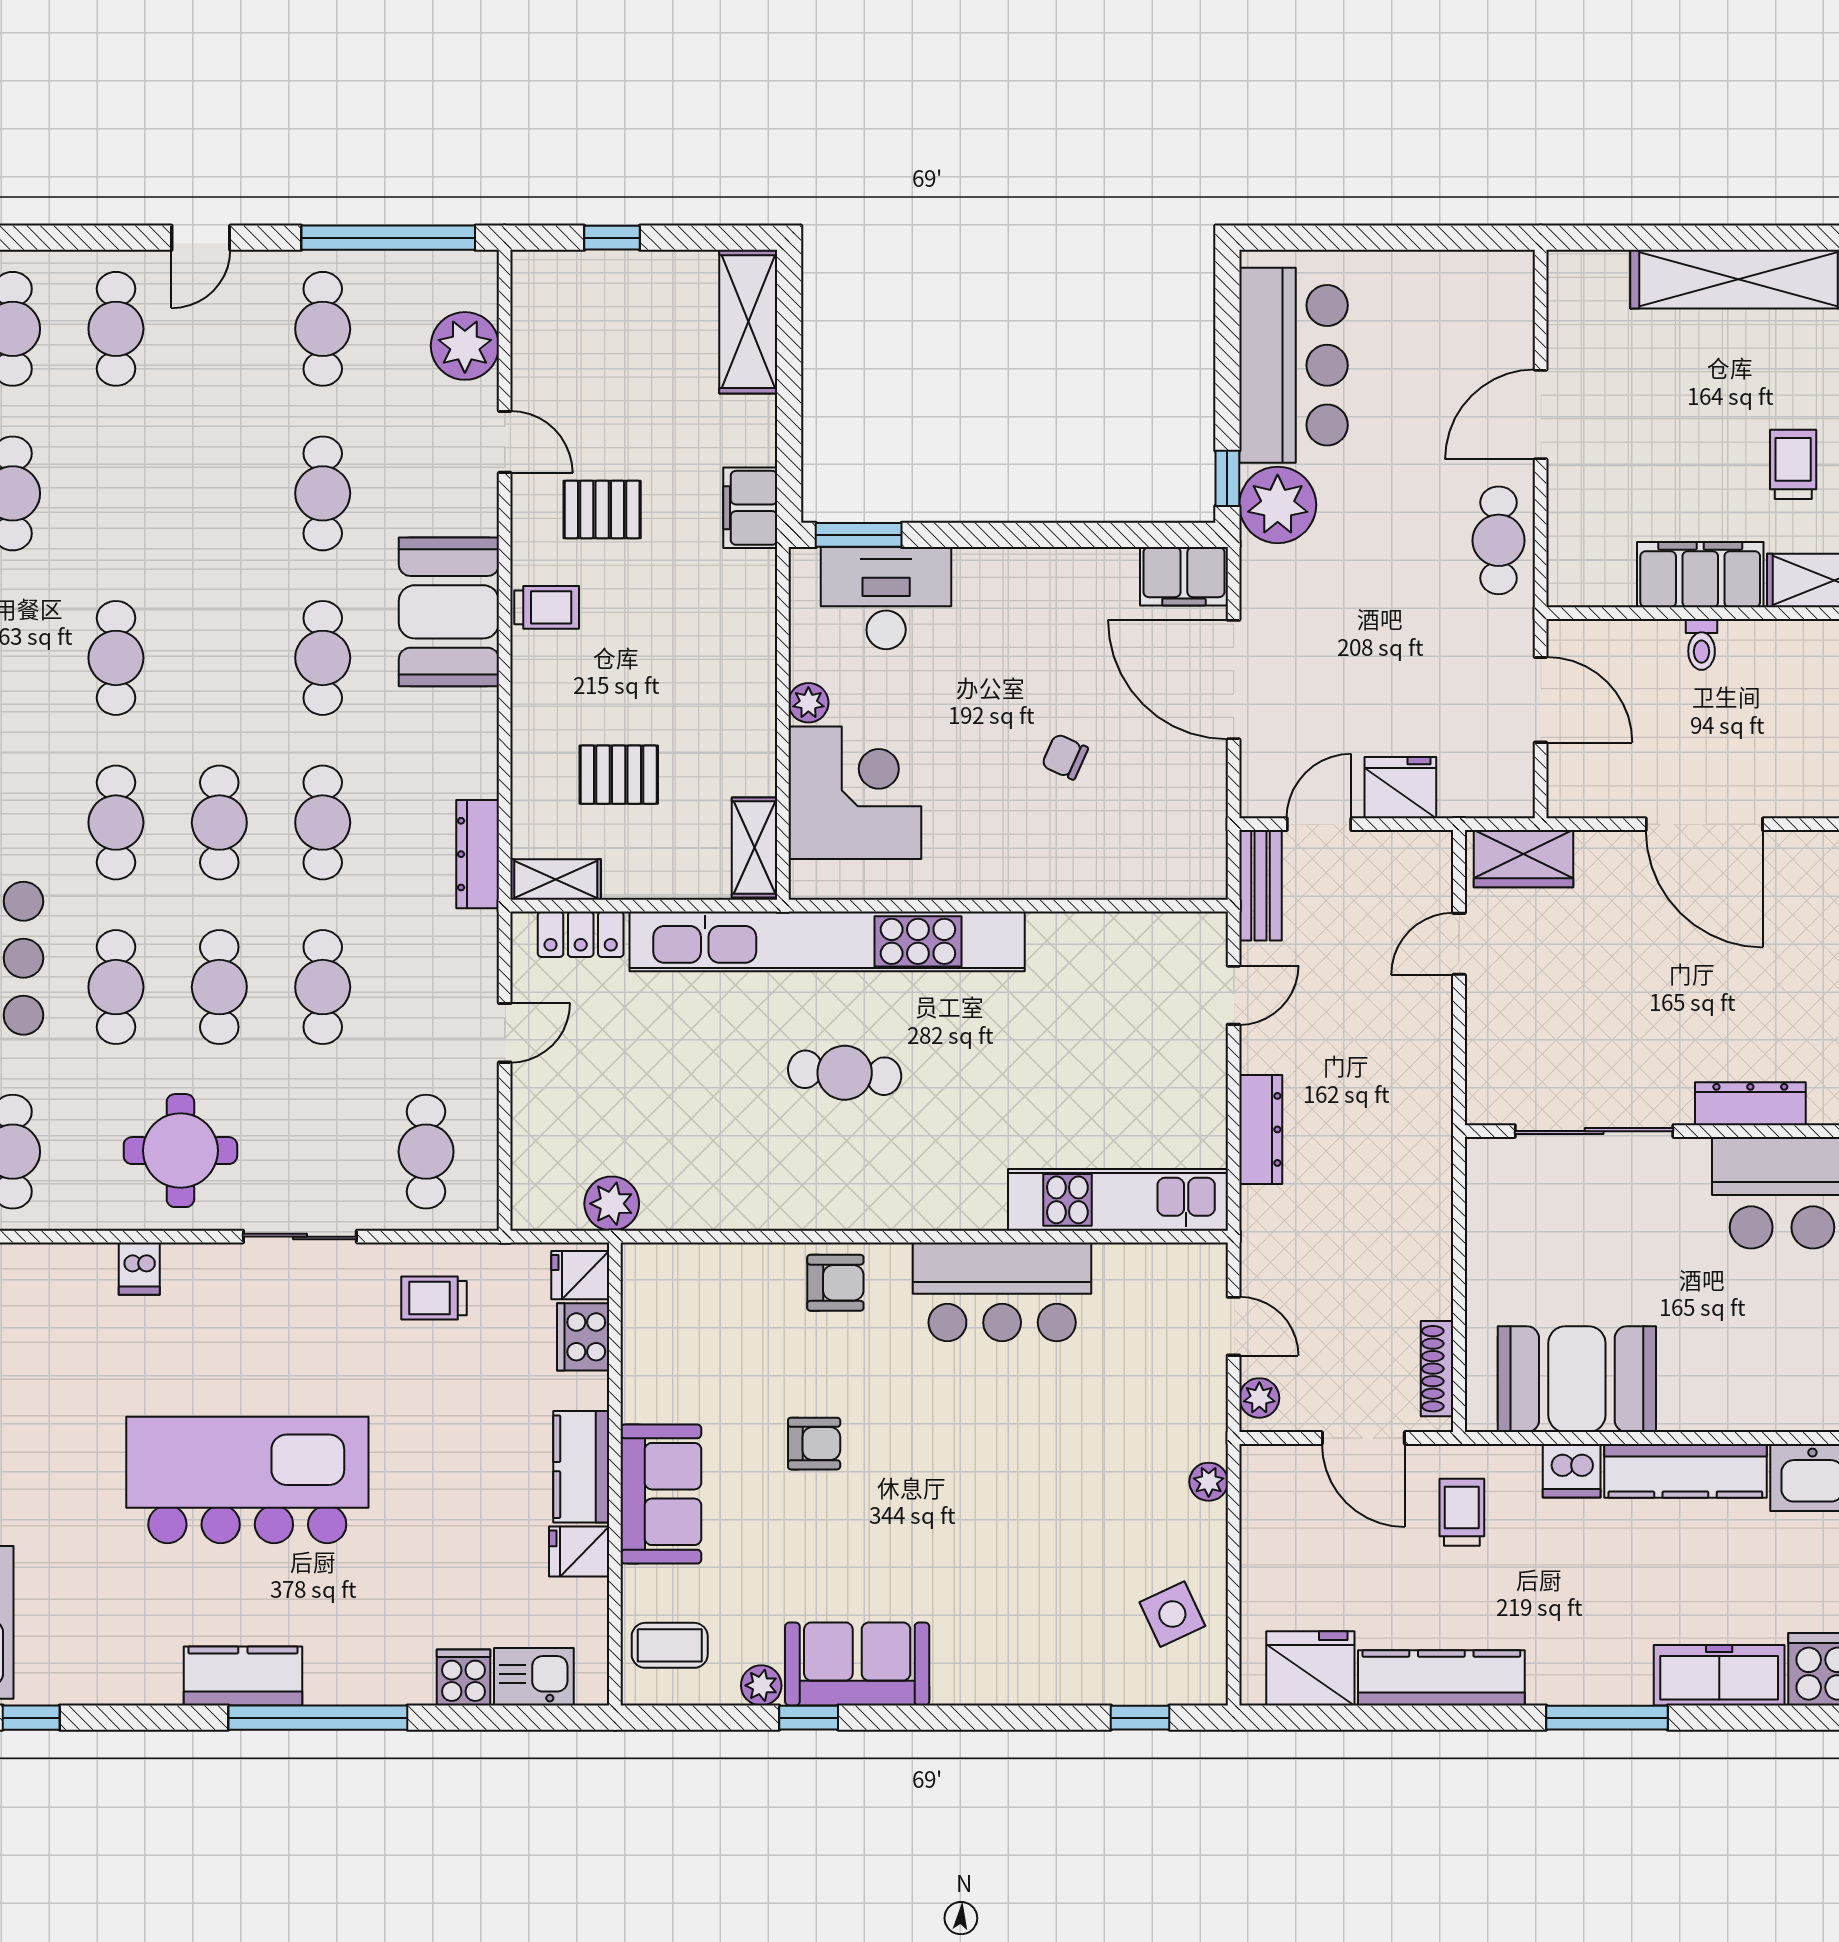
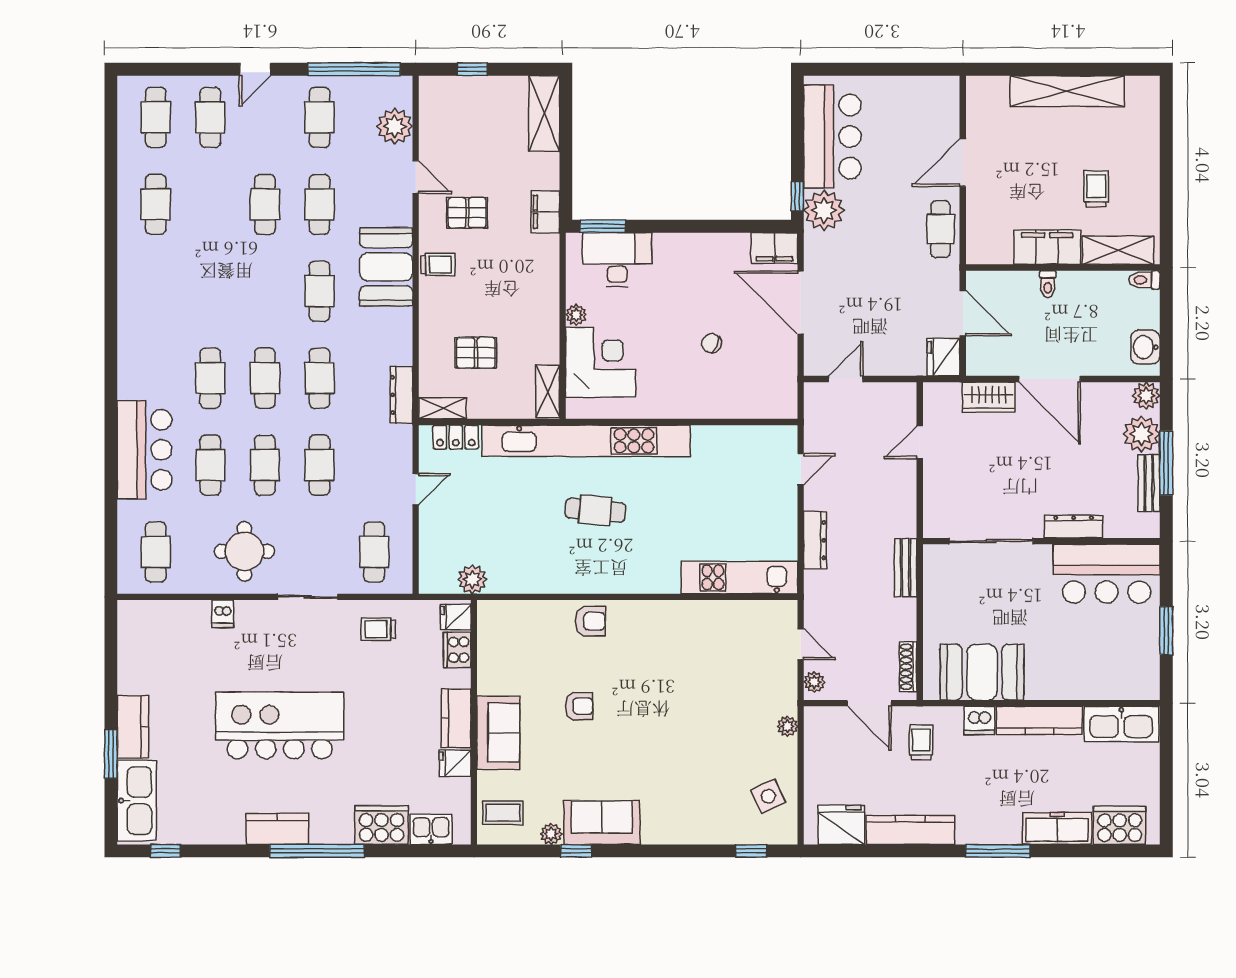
cafe table: (116, 658) -> (265, 204), moved
fridge: (1400, 788) -> (944, 357), moved, turned -90
wardrobe: (1524, 859) -> (989, 397), moved
bench: (1260, 885) -> (906, 568), moved
bar counter: (1002, 1292) -> (678, 626), removed
cooker: (463, 1677) -> (382, 825), width x1.87, depth x1.31

